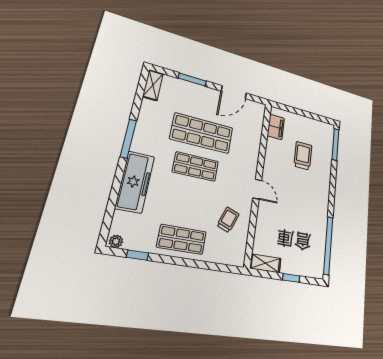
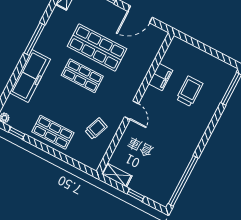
filing cabinet: (276, 127) -> (161, 77), moved

